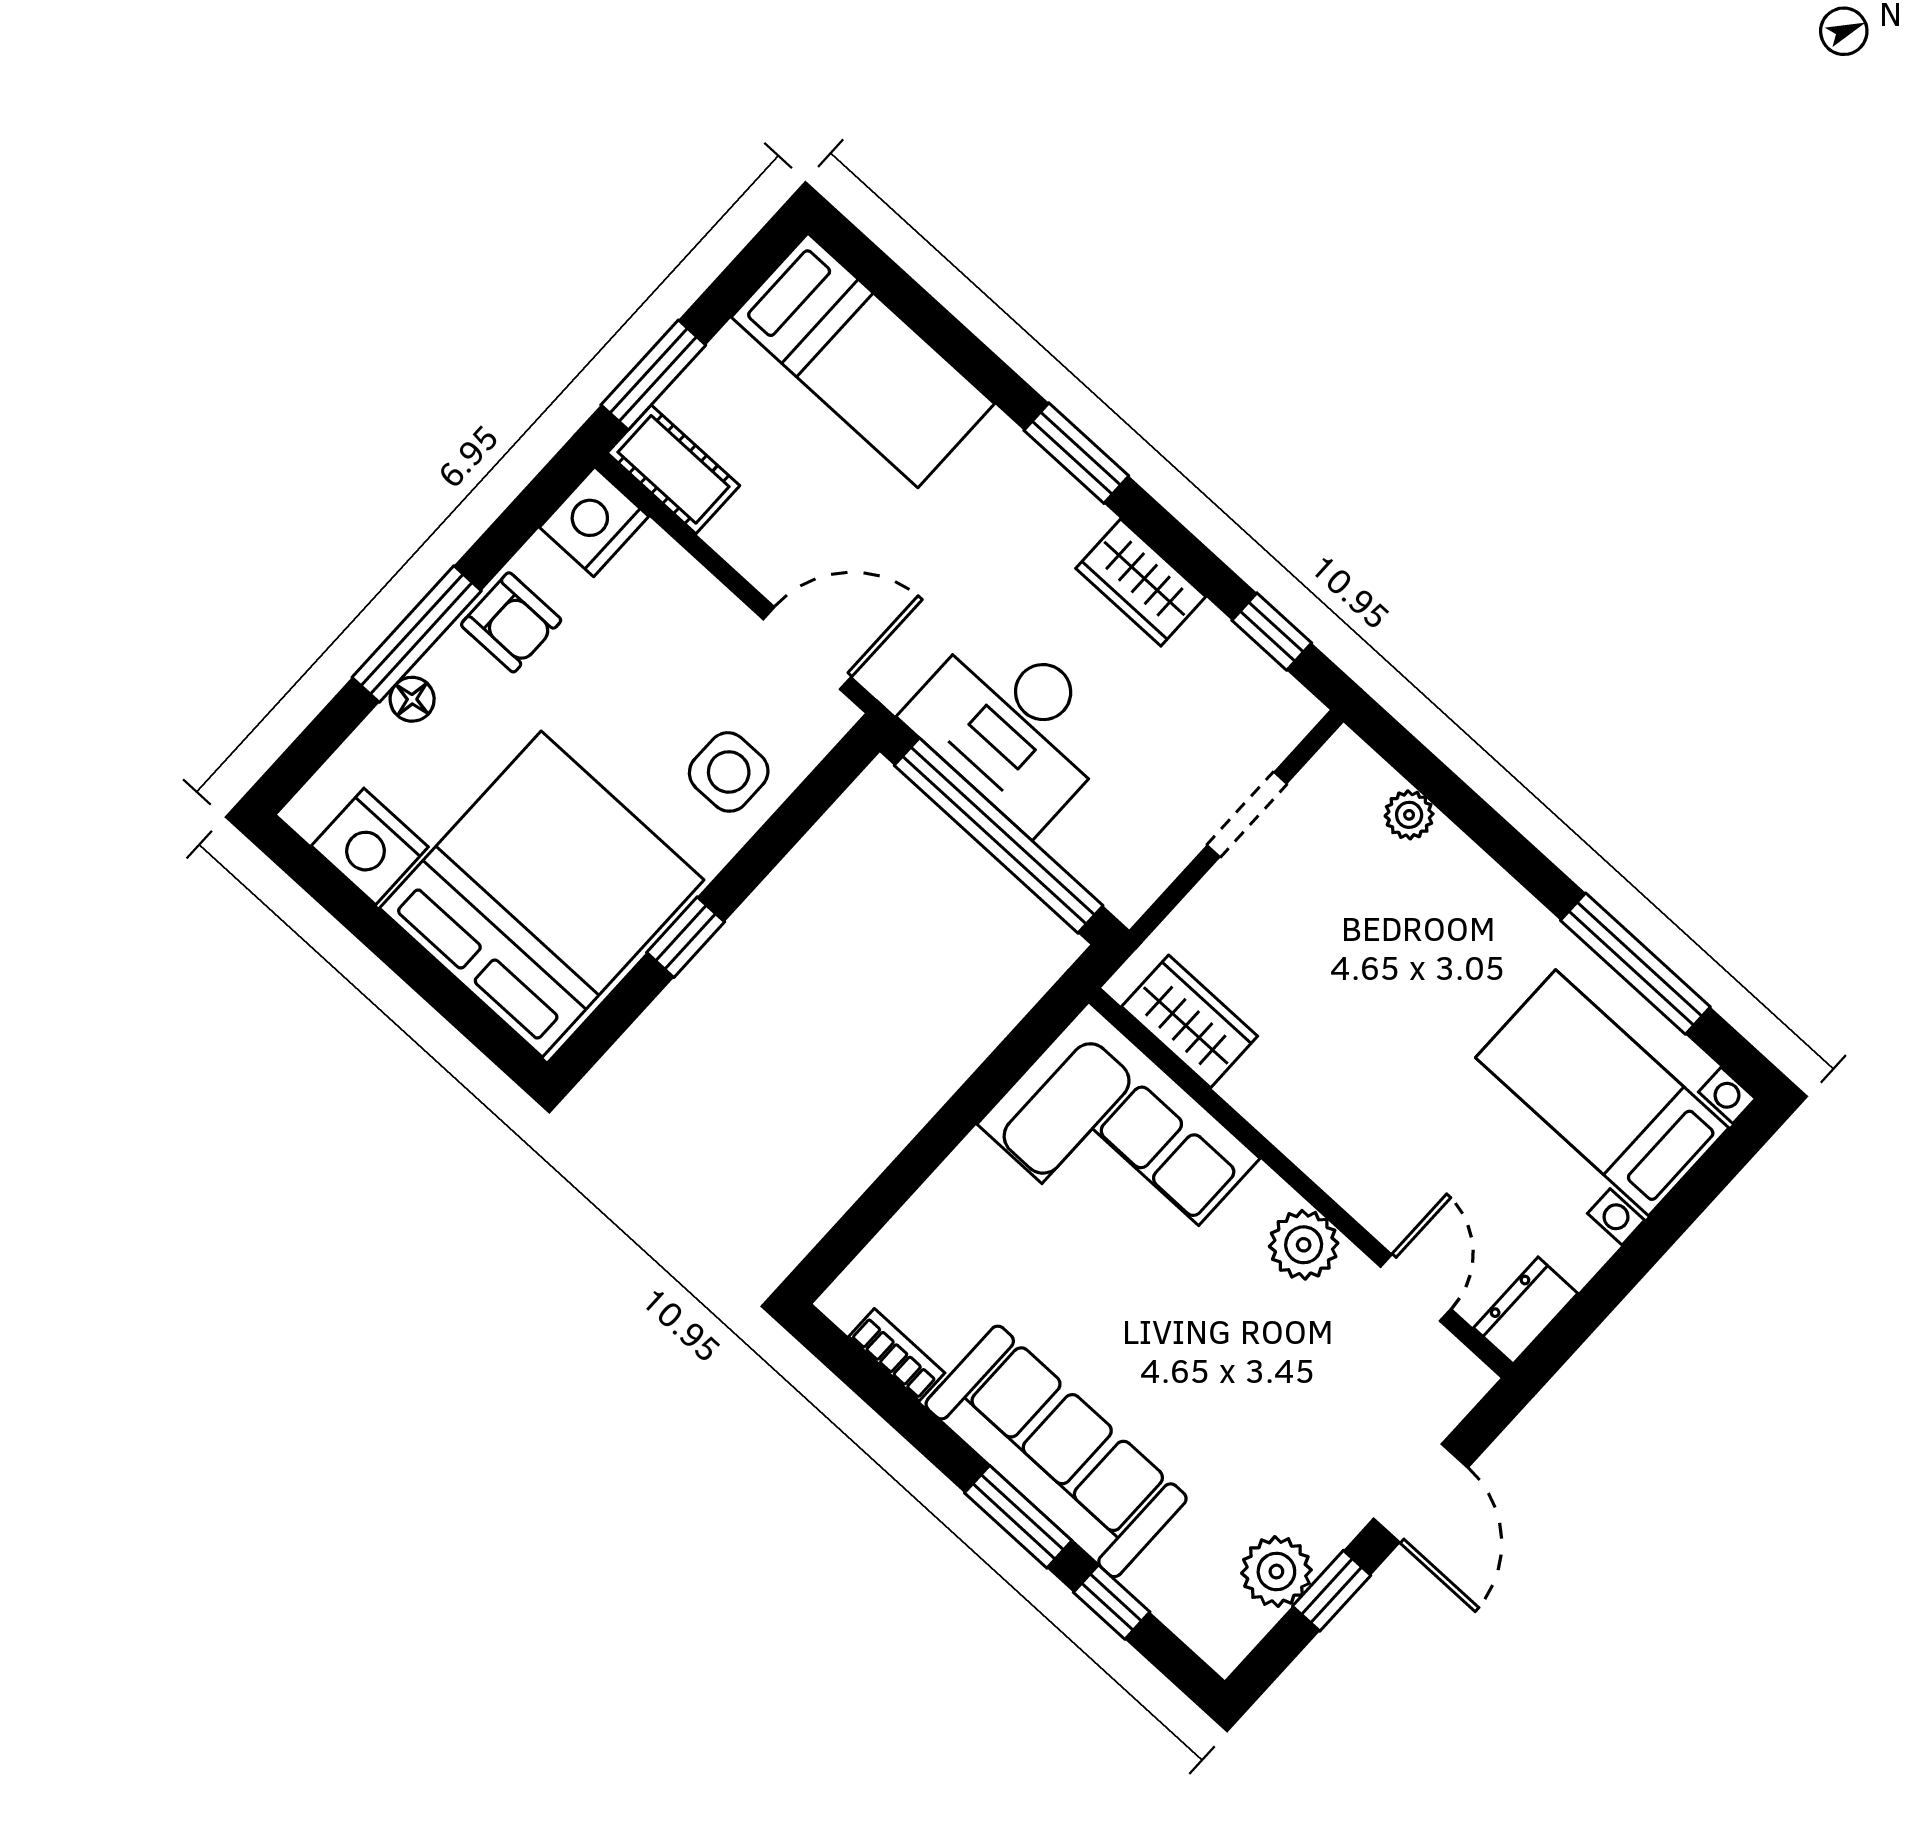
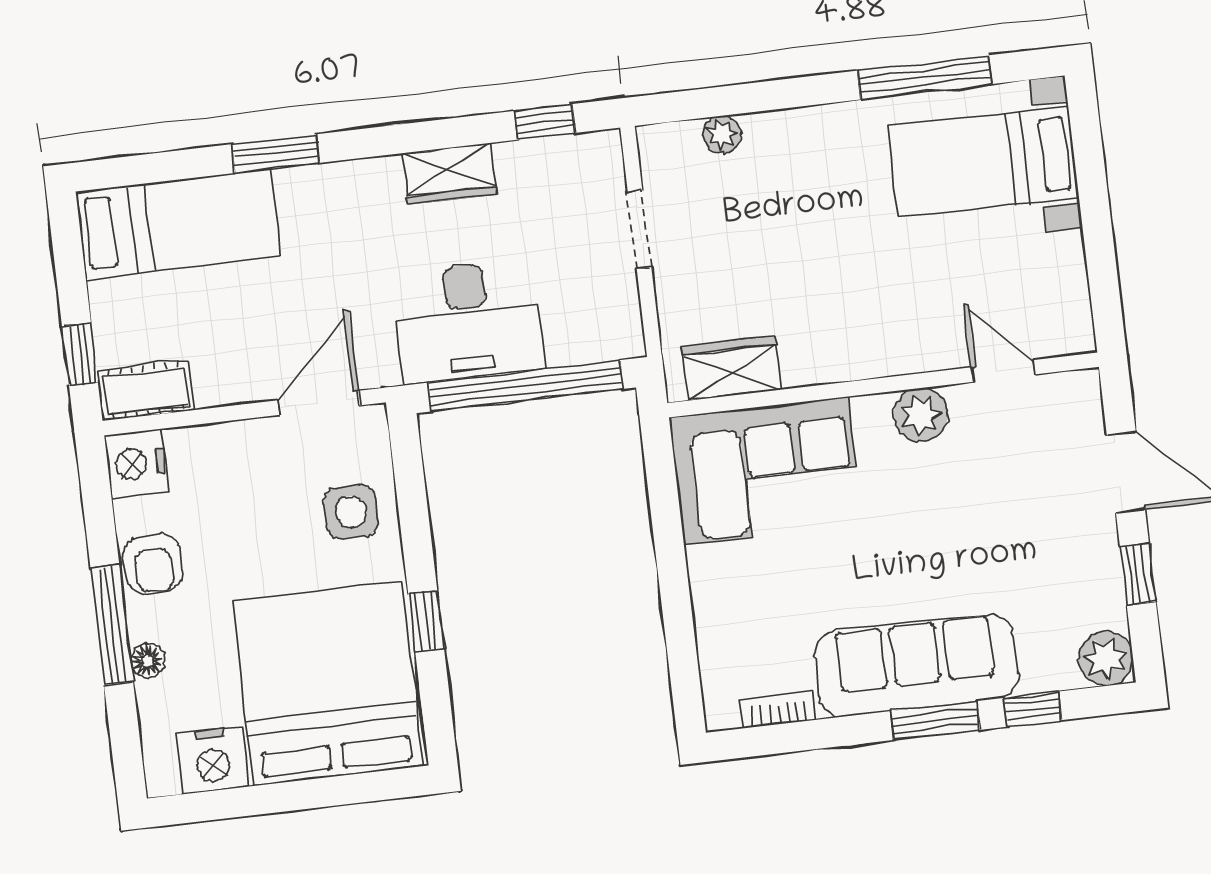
window: (653, 375) -> (80, 354), width x0.67
window: (1076, 453) -> (276, 154), moved
armchair: (511, 622) -> (153, 563), turned 87
dresser: (1526, 1311) -> (1072, 318), removed
plant: (1276, 1572) -> (1106, 659), moved

